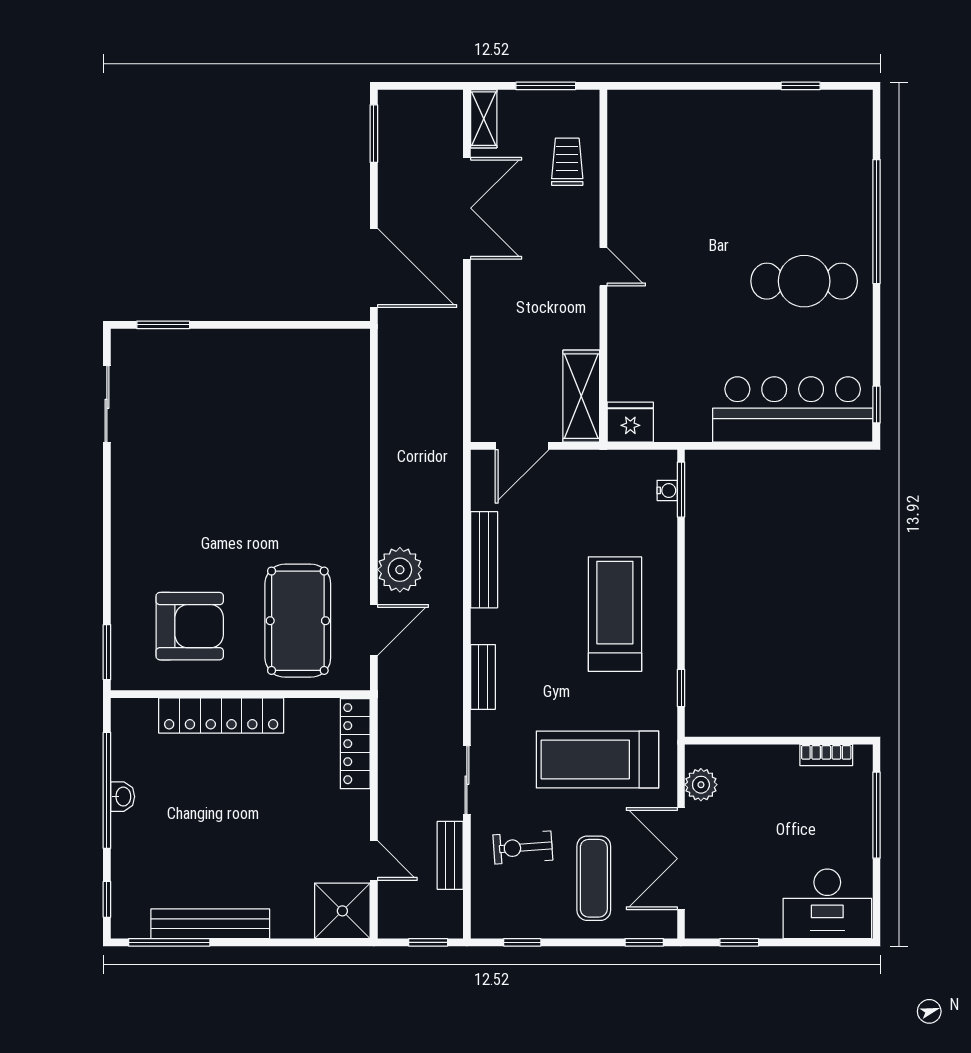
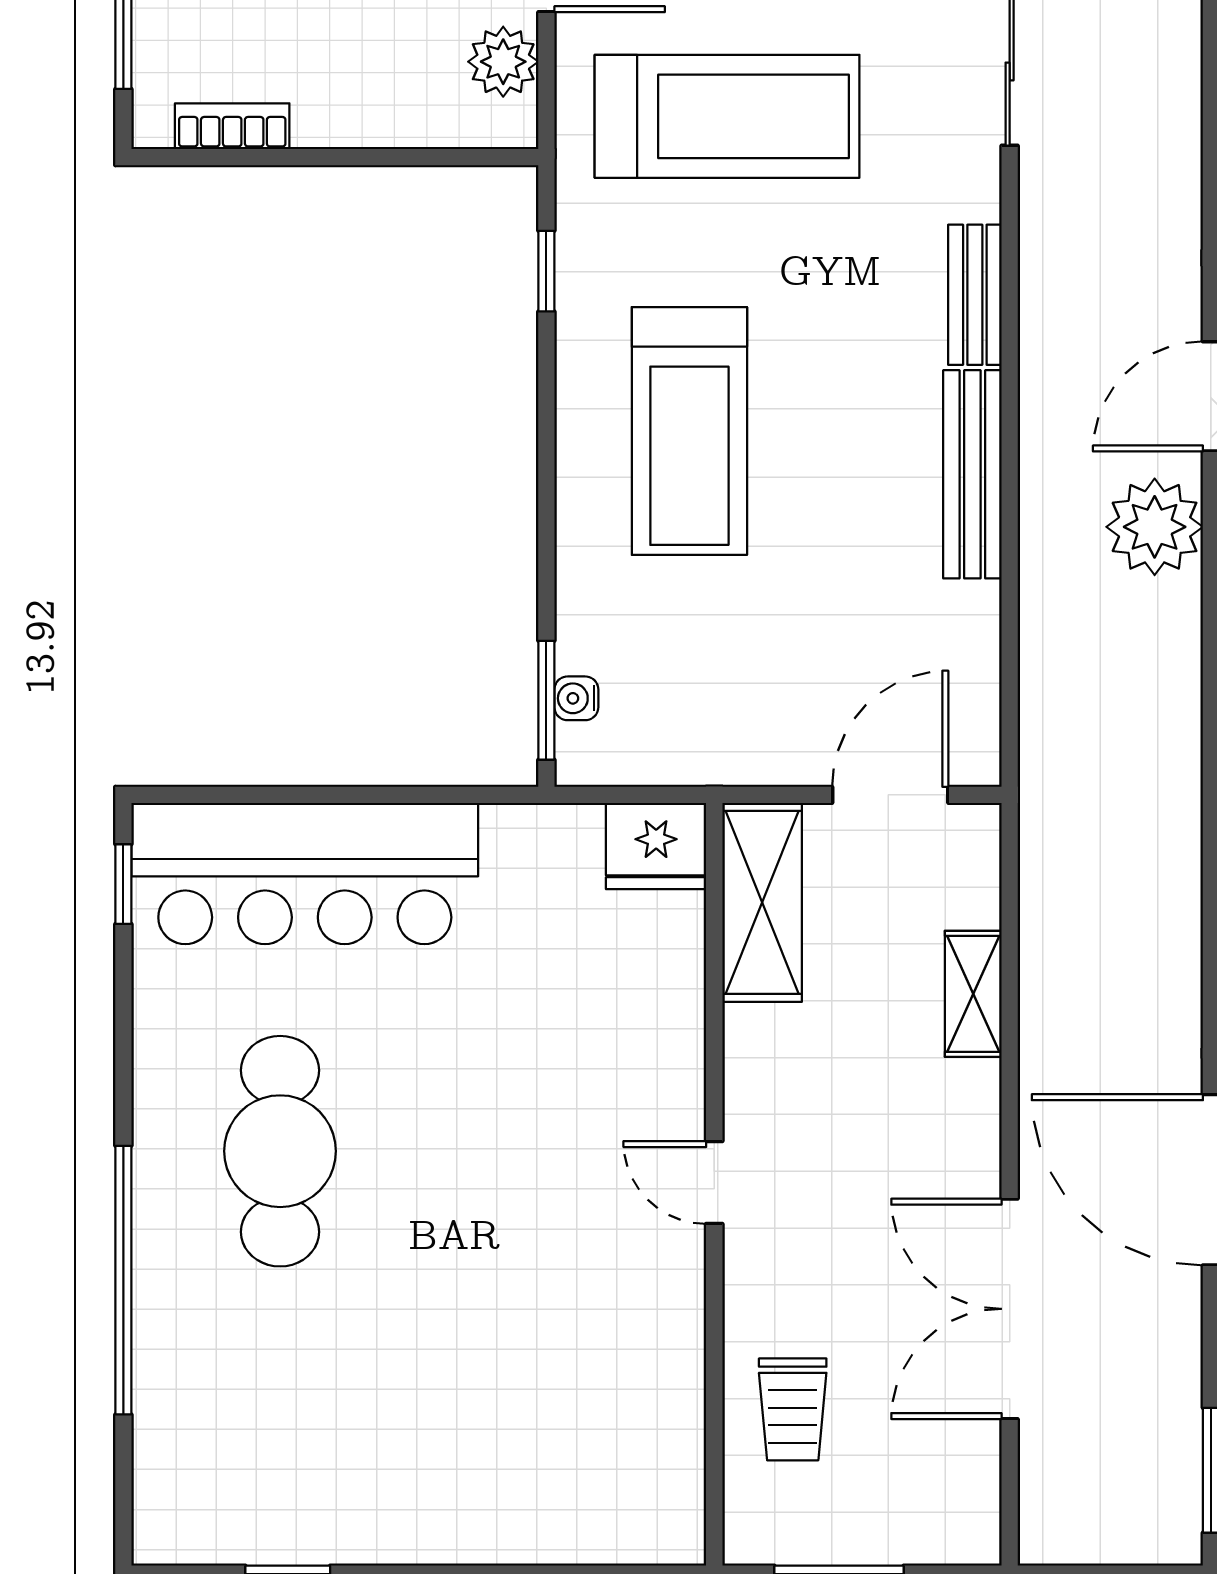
shelving: (484, 119) -> (973, 994), moved
cafe table: (804, 281) -> (280, 1151), turned 90
bench: (484, 560) -> (972, 474), moved

